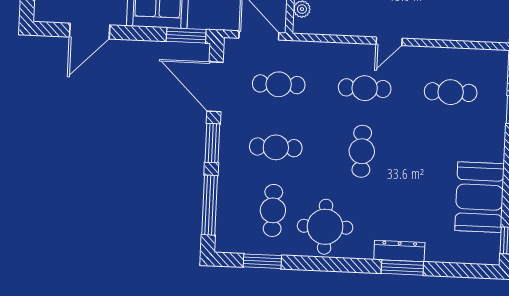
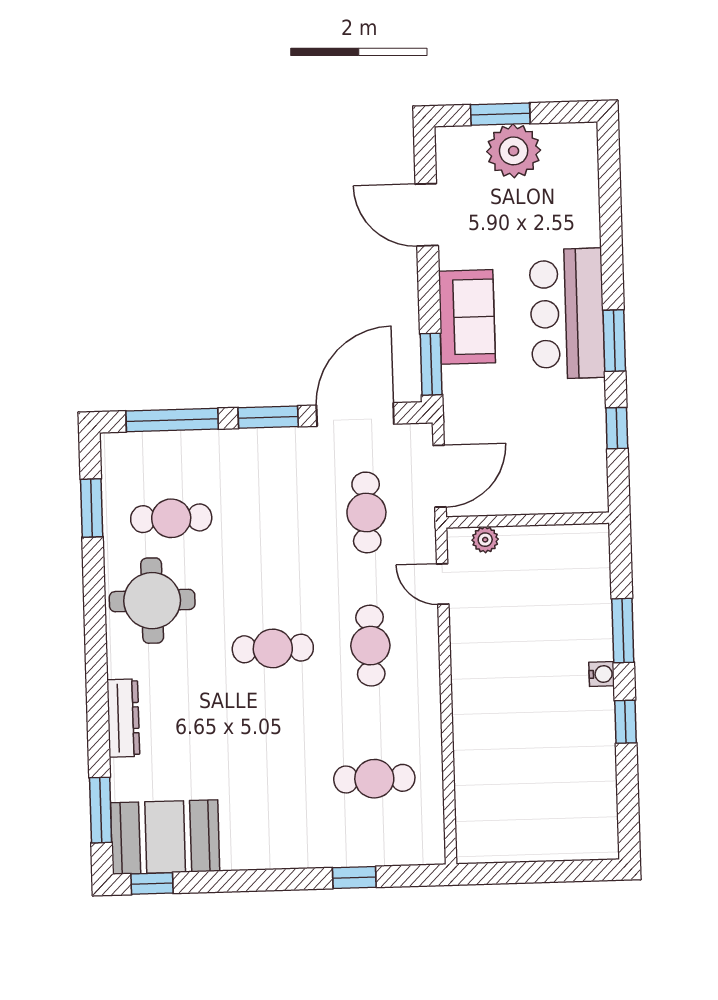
door: (389, 41) -> (443, 584), moved
cafe table: (451, 92) -> (374, 779), turned 90
cafe table: (276, 147) -> (269, 515), removed
booth: (480, 197) -> (165, 837), moved
window: (402, 268) -> (101, 810), moved

